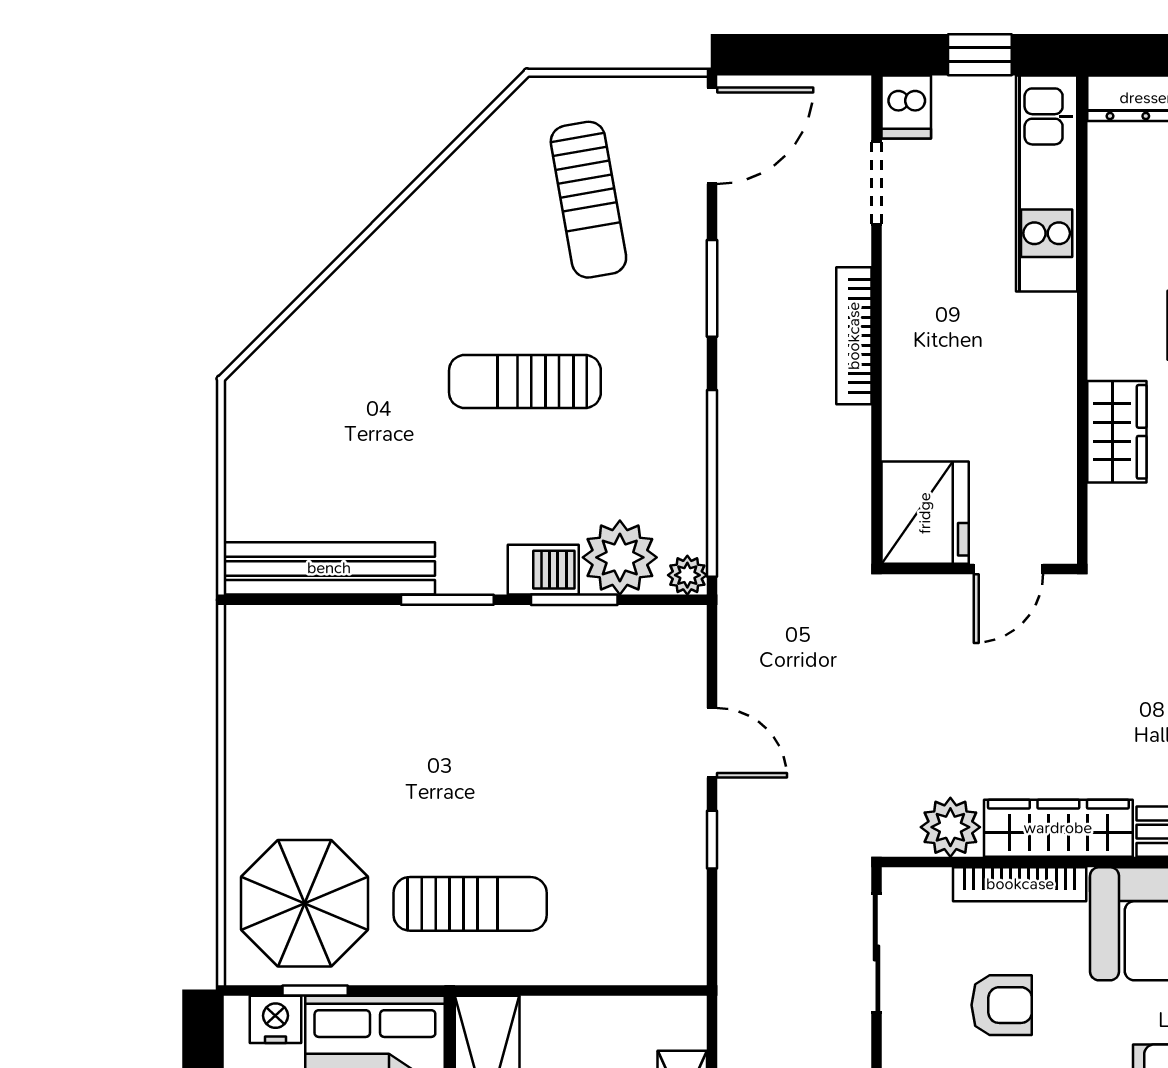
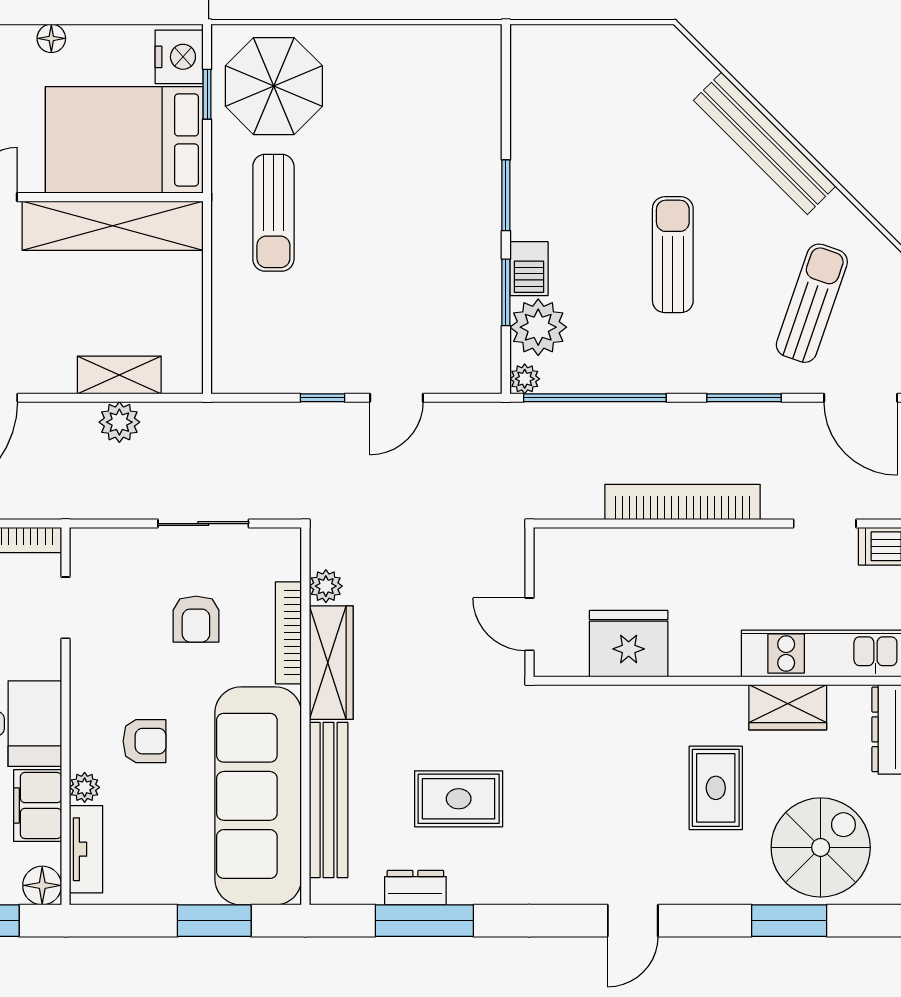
sun lounger: (588, 200) -> (812, 303), turned 119
bookcase: (854, 336) -> (683, 502), width x1.48, depth x1.31
wardrobe: (1117, 432) -> (788, 707), moved
fridge: (925, 513) -> (629, 644), moved, turned 180
bench: (329, 568) -> (765, 143), moved, turned -45
plant: (950, 827) -> (326, 586), width x0.73, depth x0.73
sliding door: (877, 953) -> (203, 524), moved
nightstand: (275, 1019) -> (179, 57), width x1.36, depth x1.33

